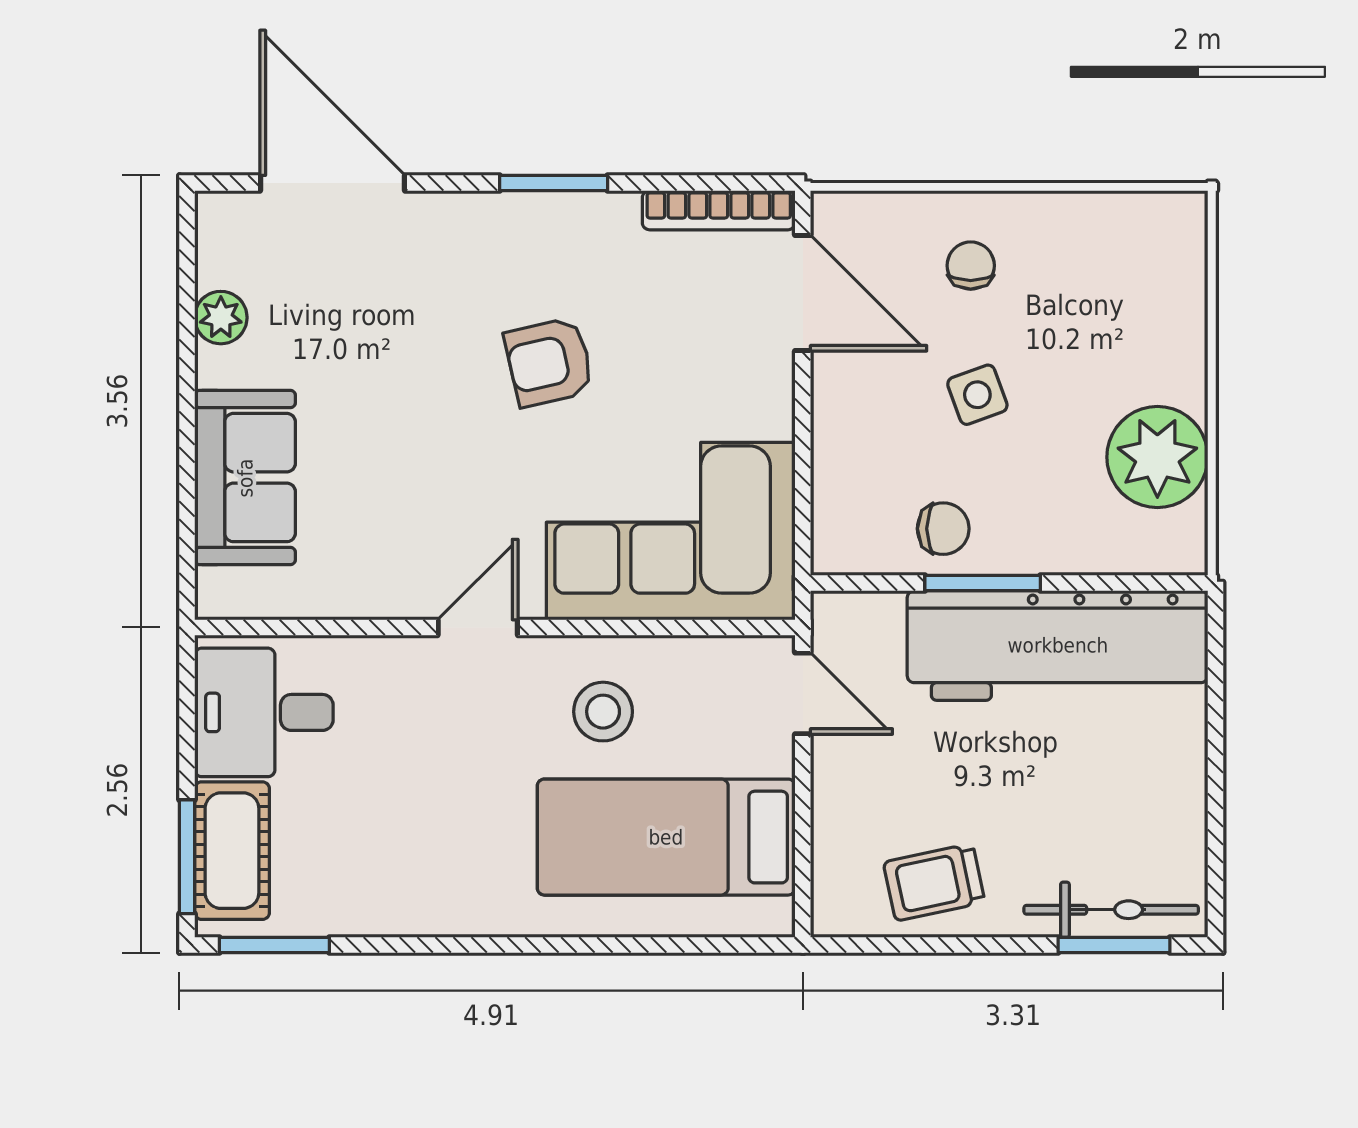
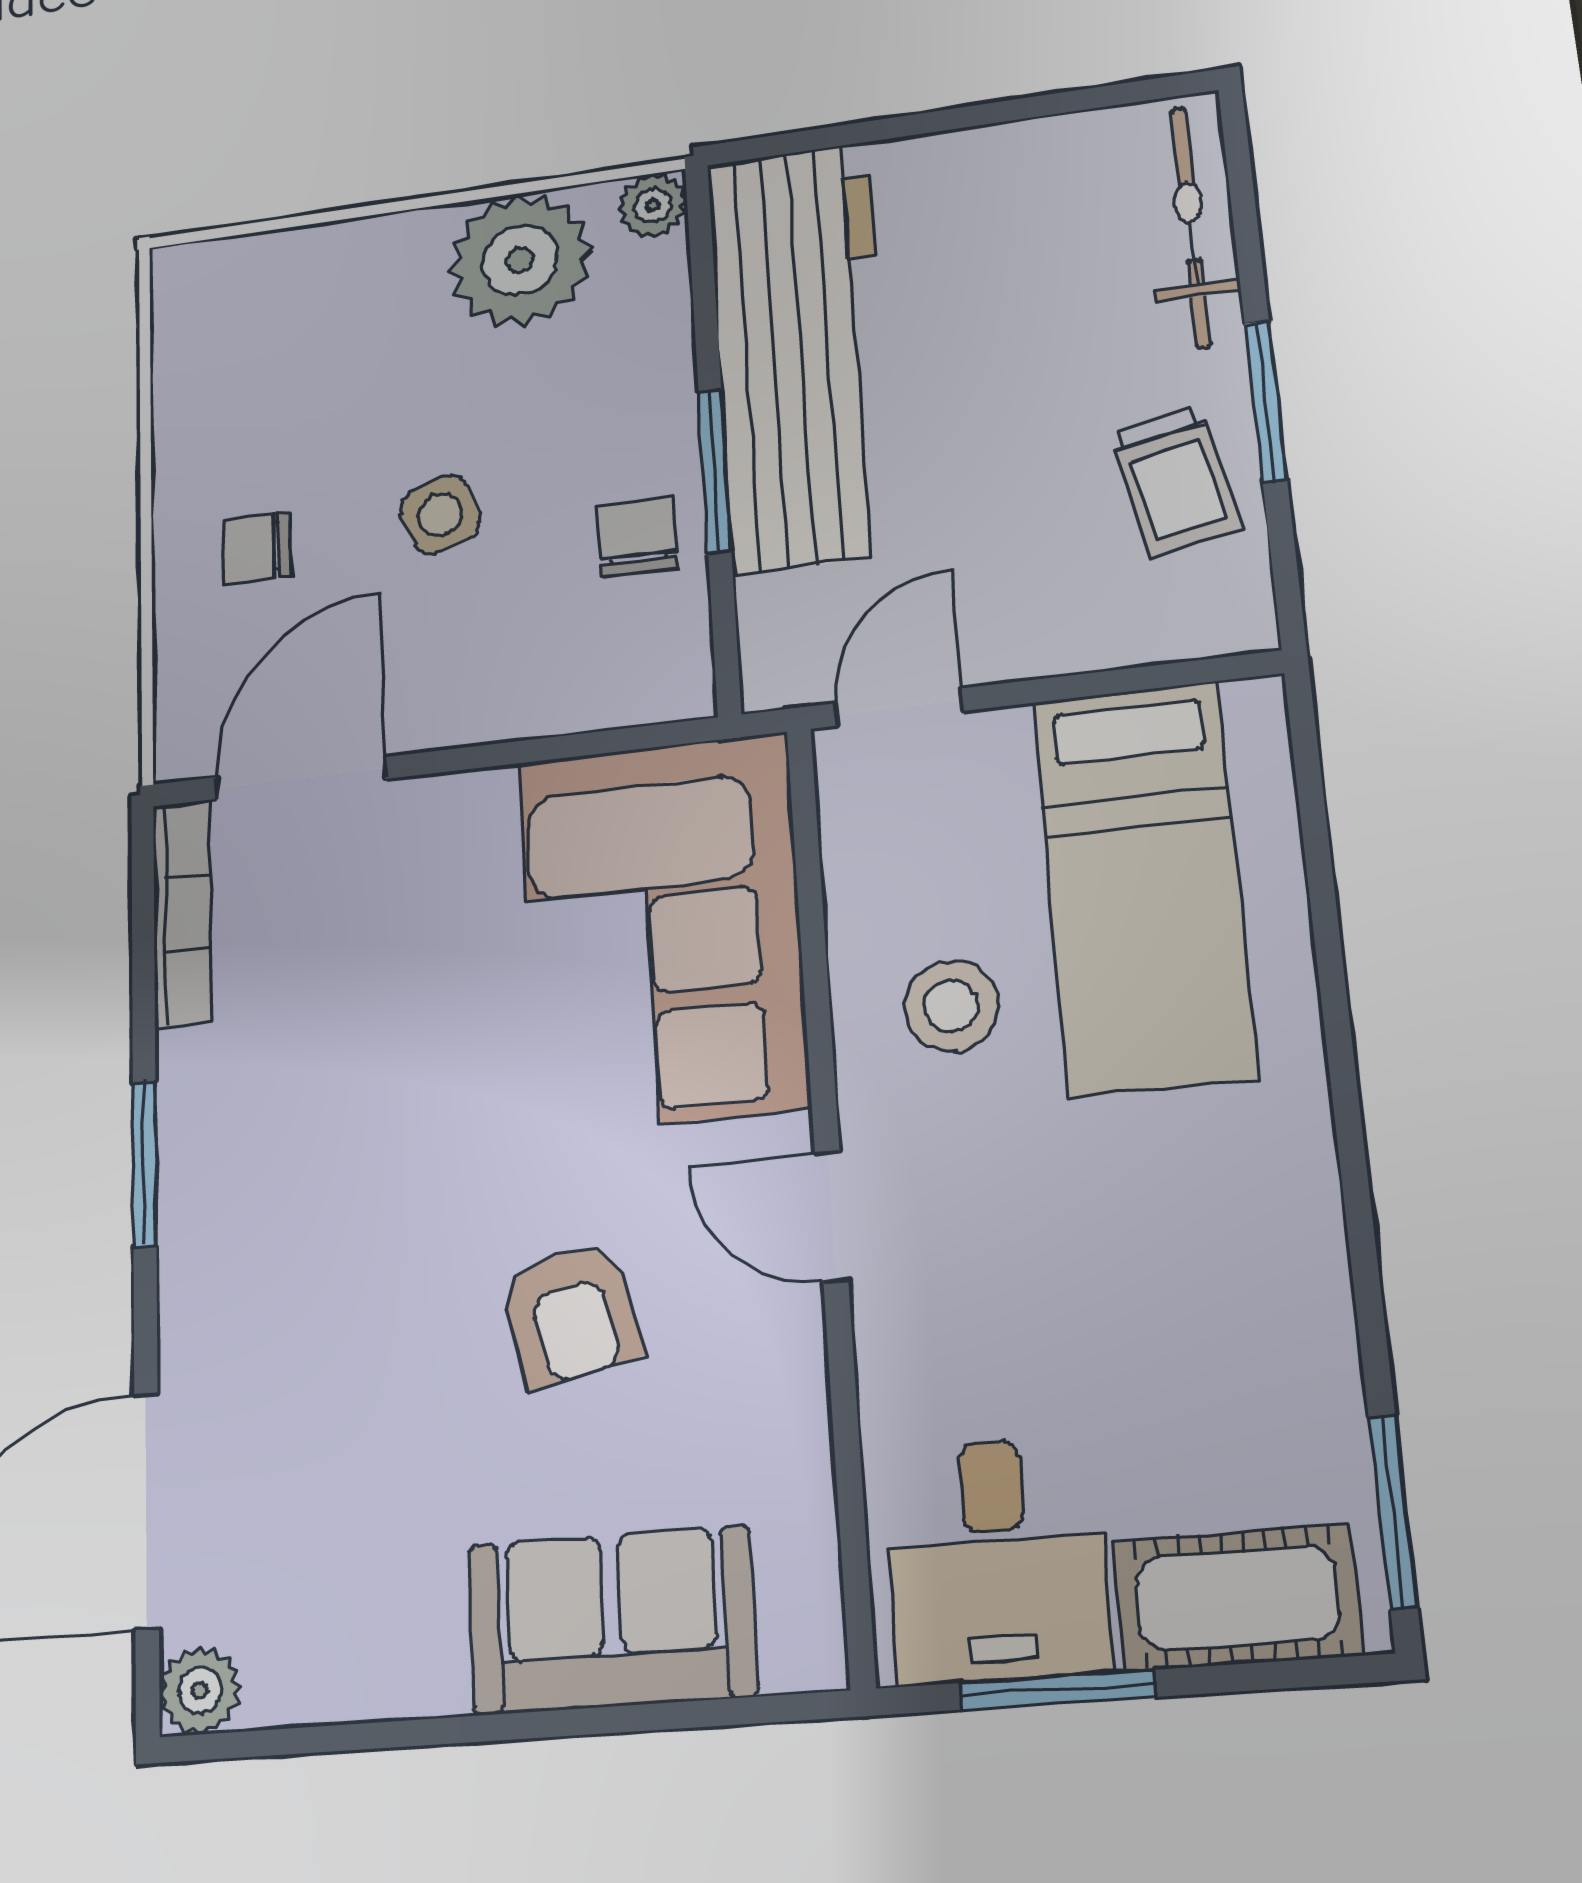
plant: (221, 318) -> (200, 1690), moved
armchair: (549, 362) -> (571, 1314), moved
plant: (1184, 551) -> (653, 205), added
window: (187, 857) -> (1058, 1690), moved
window: (1114, 945) -> (1266, 401), moved

